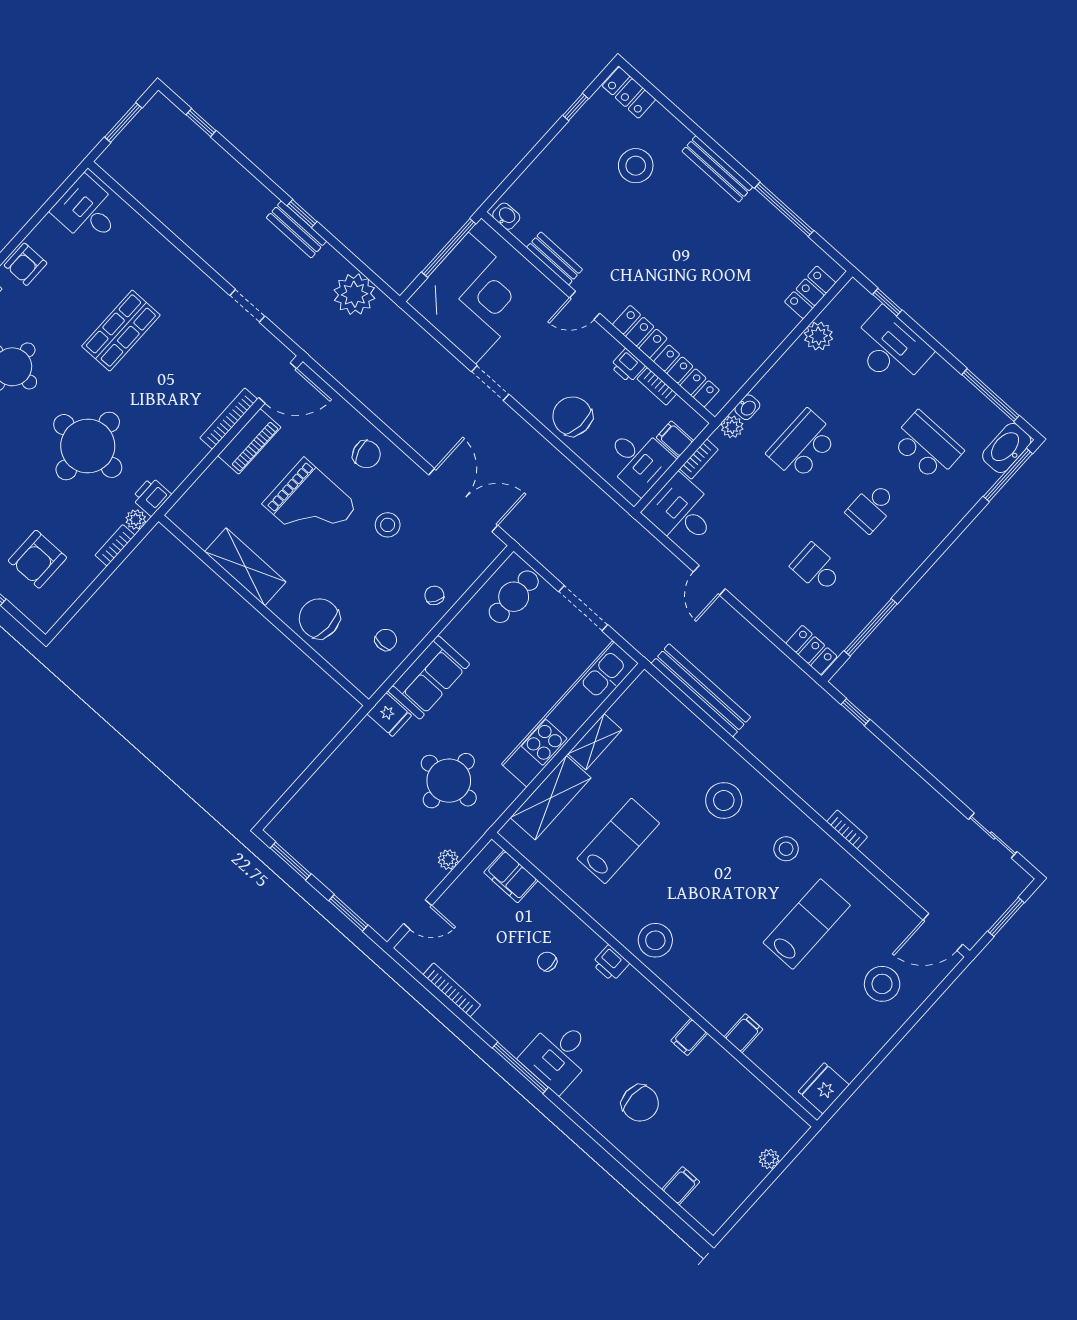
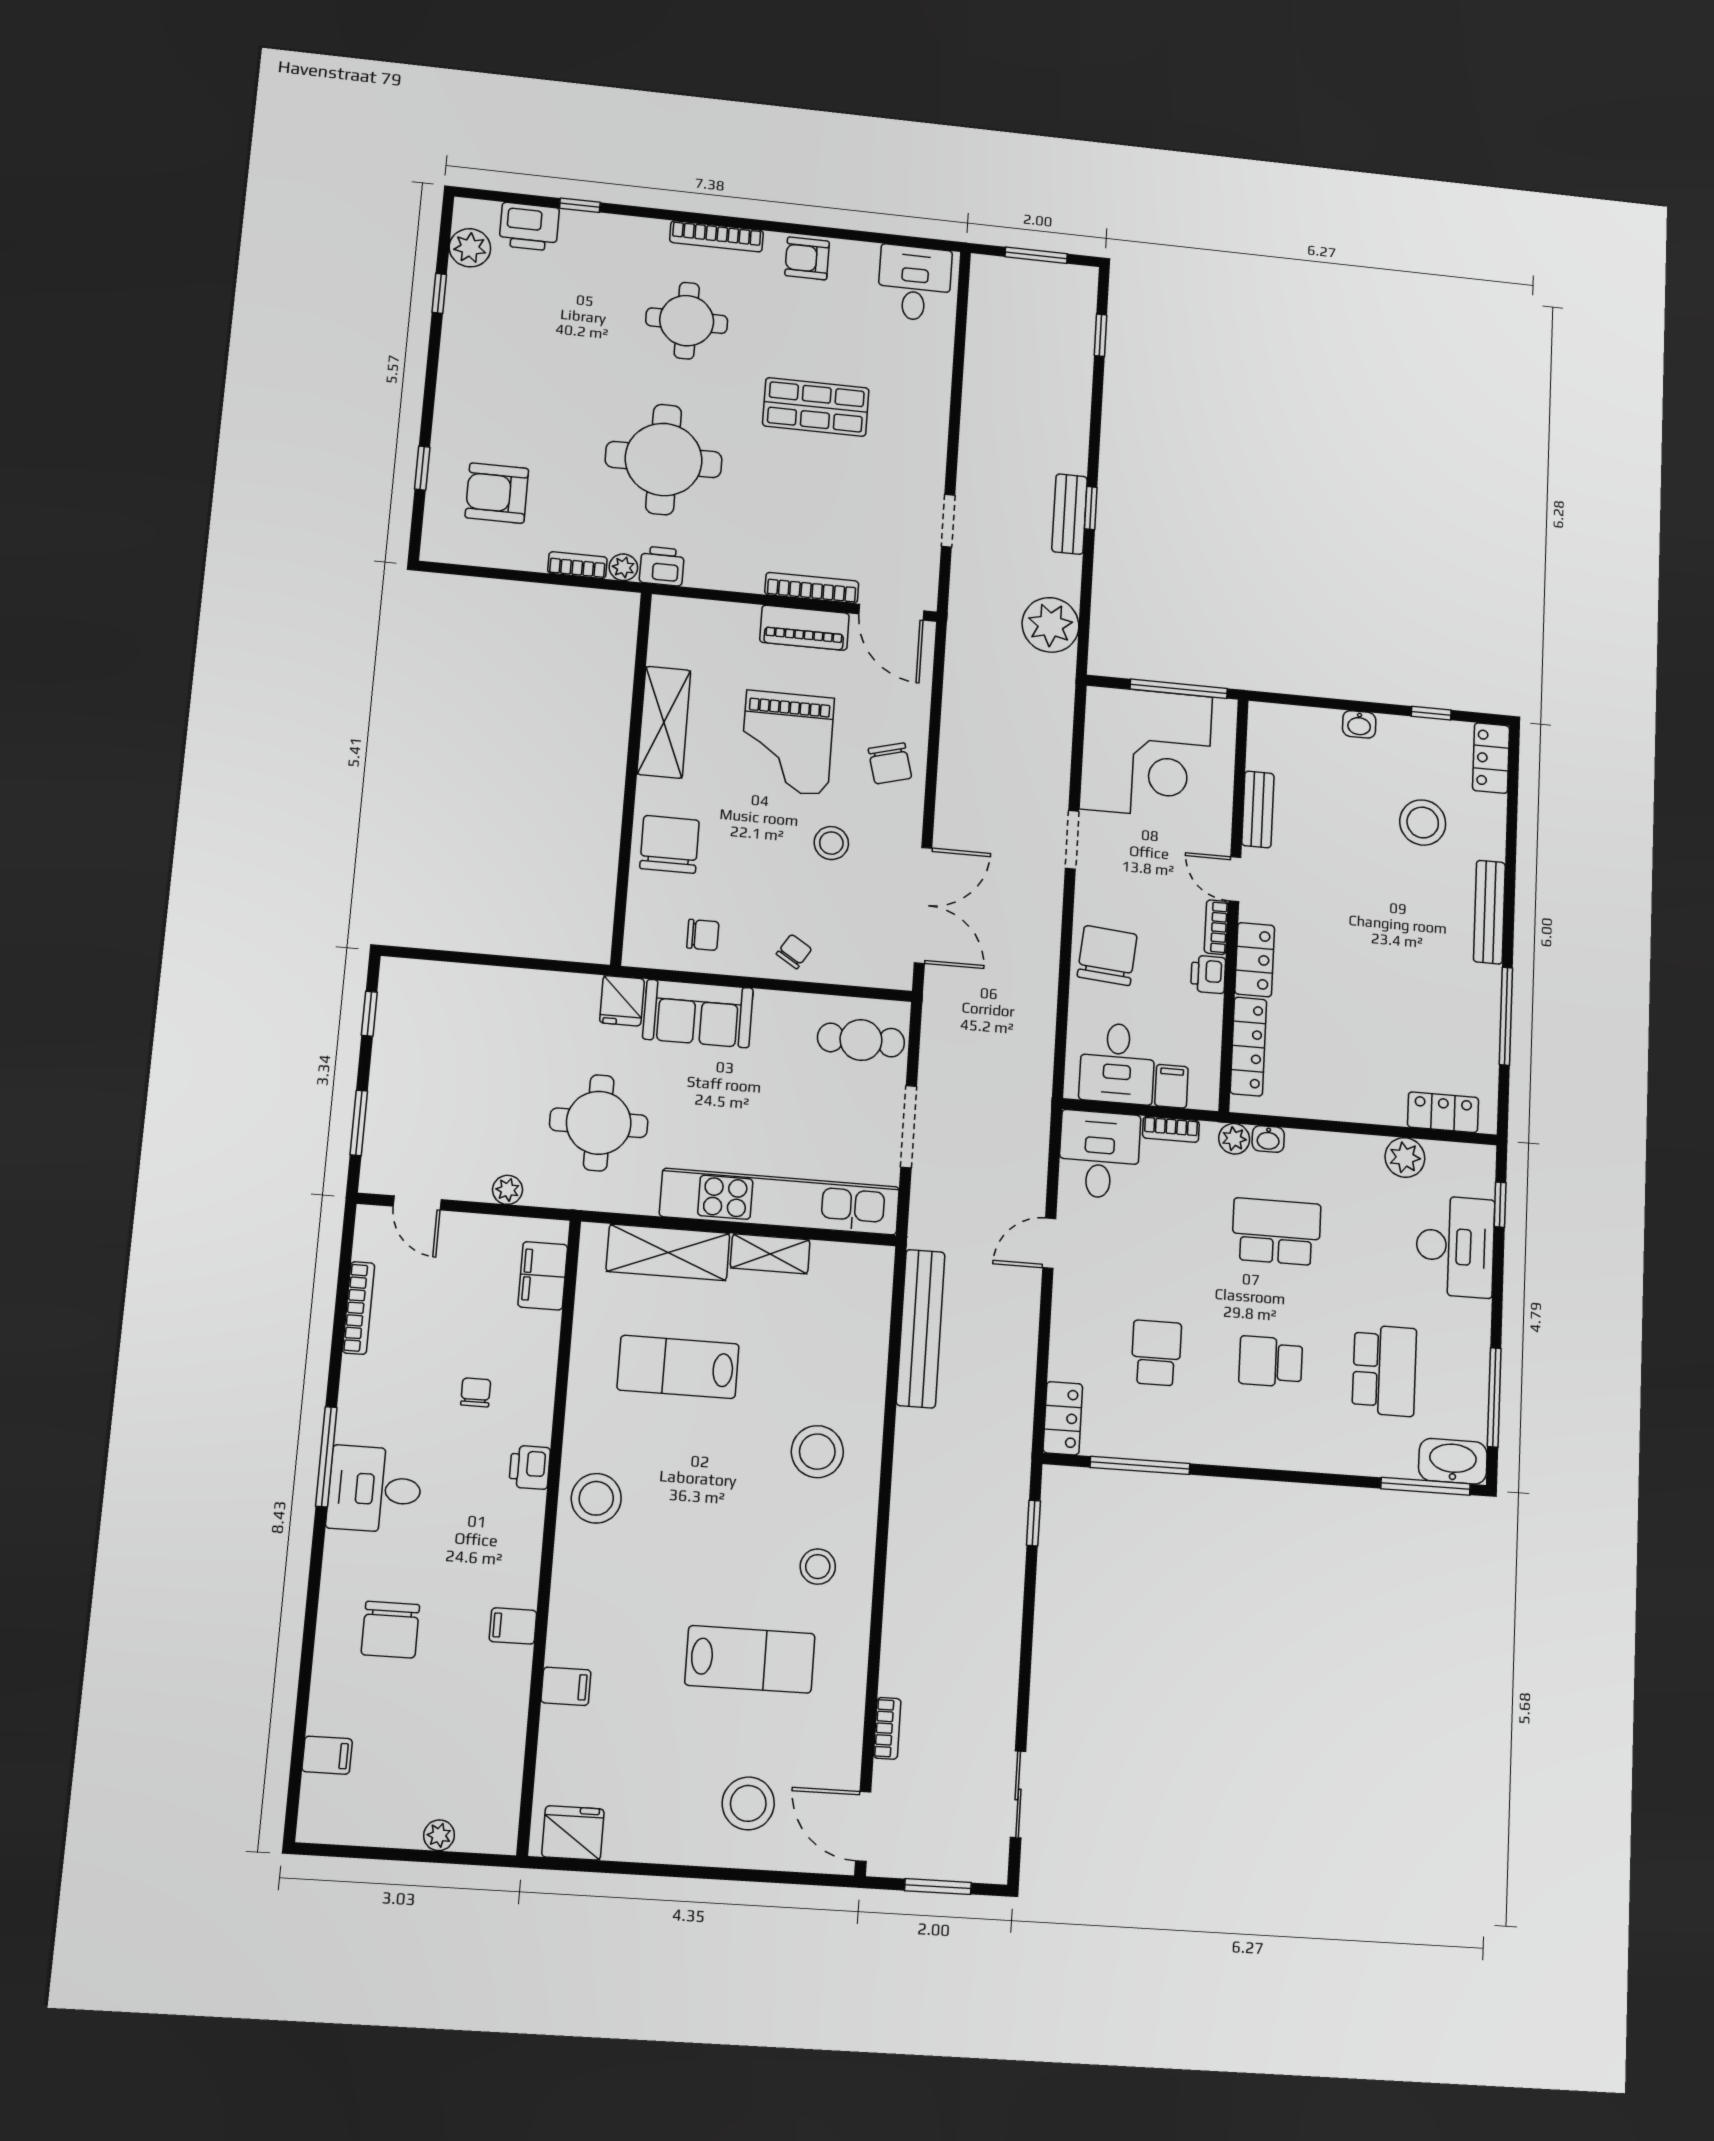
washbasin: (506, 216) -> (1359, 724), moved, turned 90
bookcase: (657, 386) -> (1216, 927), moved
bookcase: (847, 829) -> (887, 1728), moved
lab bench: (618, 841) -> (678, 1367), turned 180
window: (291, 861) -> (369, 1014), width x0.67

